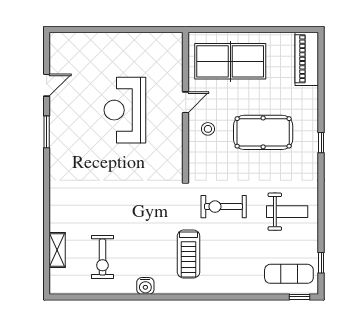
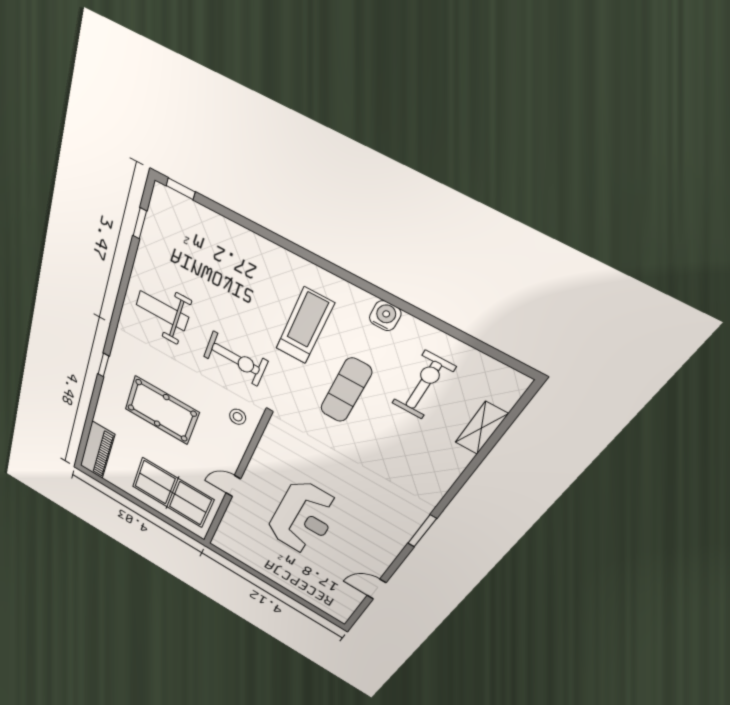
stool: (208, 129) -> (238, 417), moved
window: (47, 132) -> (422, 531), moved
exercise mat: (289, 274) -> (346, 390), moved, turned 90

